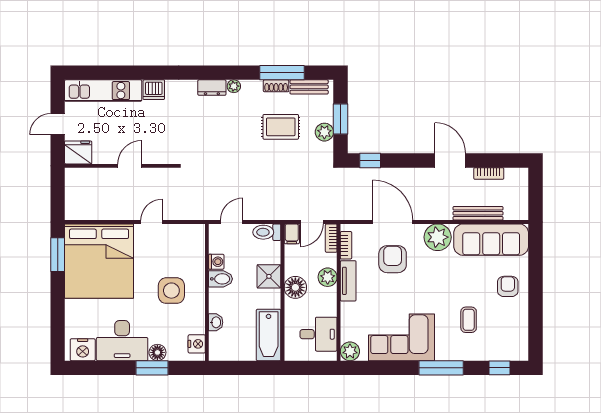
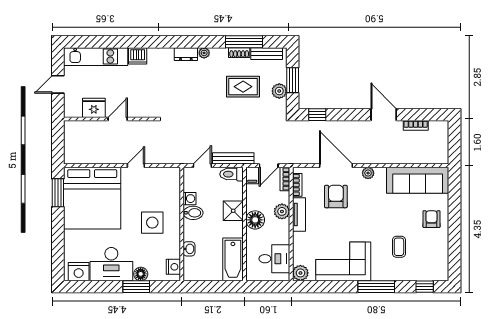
fridge: (78, 152) -> (94, 108), moved
bench: (478, 213) -> (233, 158), moved
plant: (438, 237) -> (368, 173), width x0.53, depth x0.53

